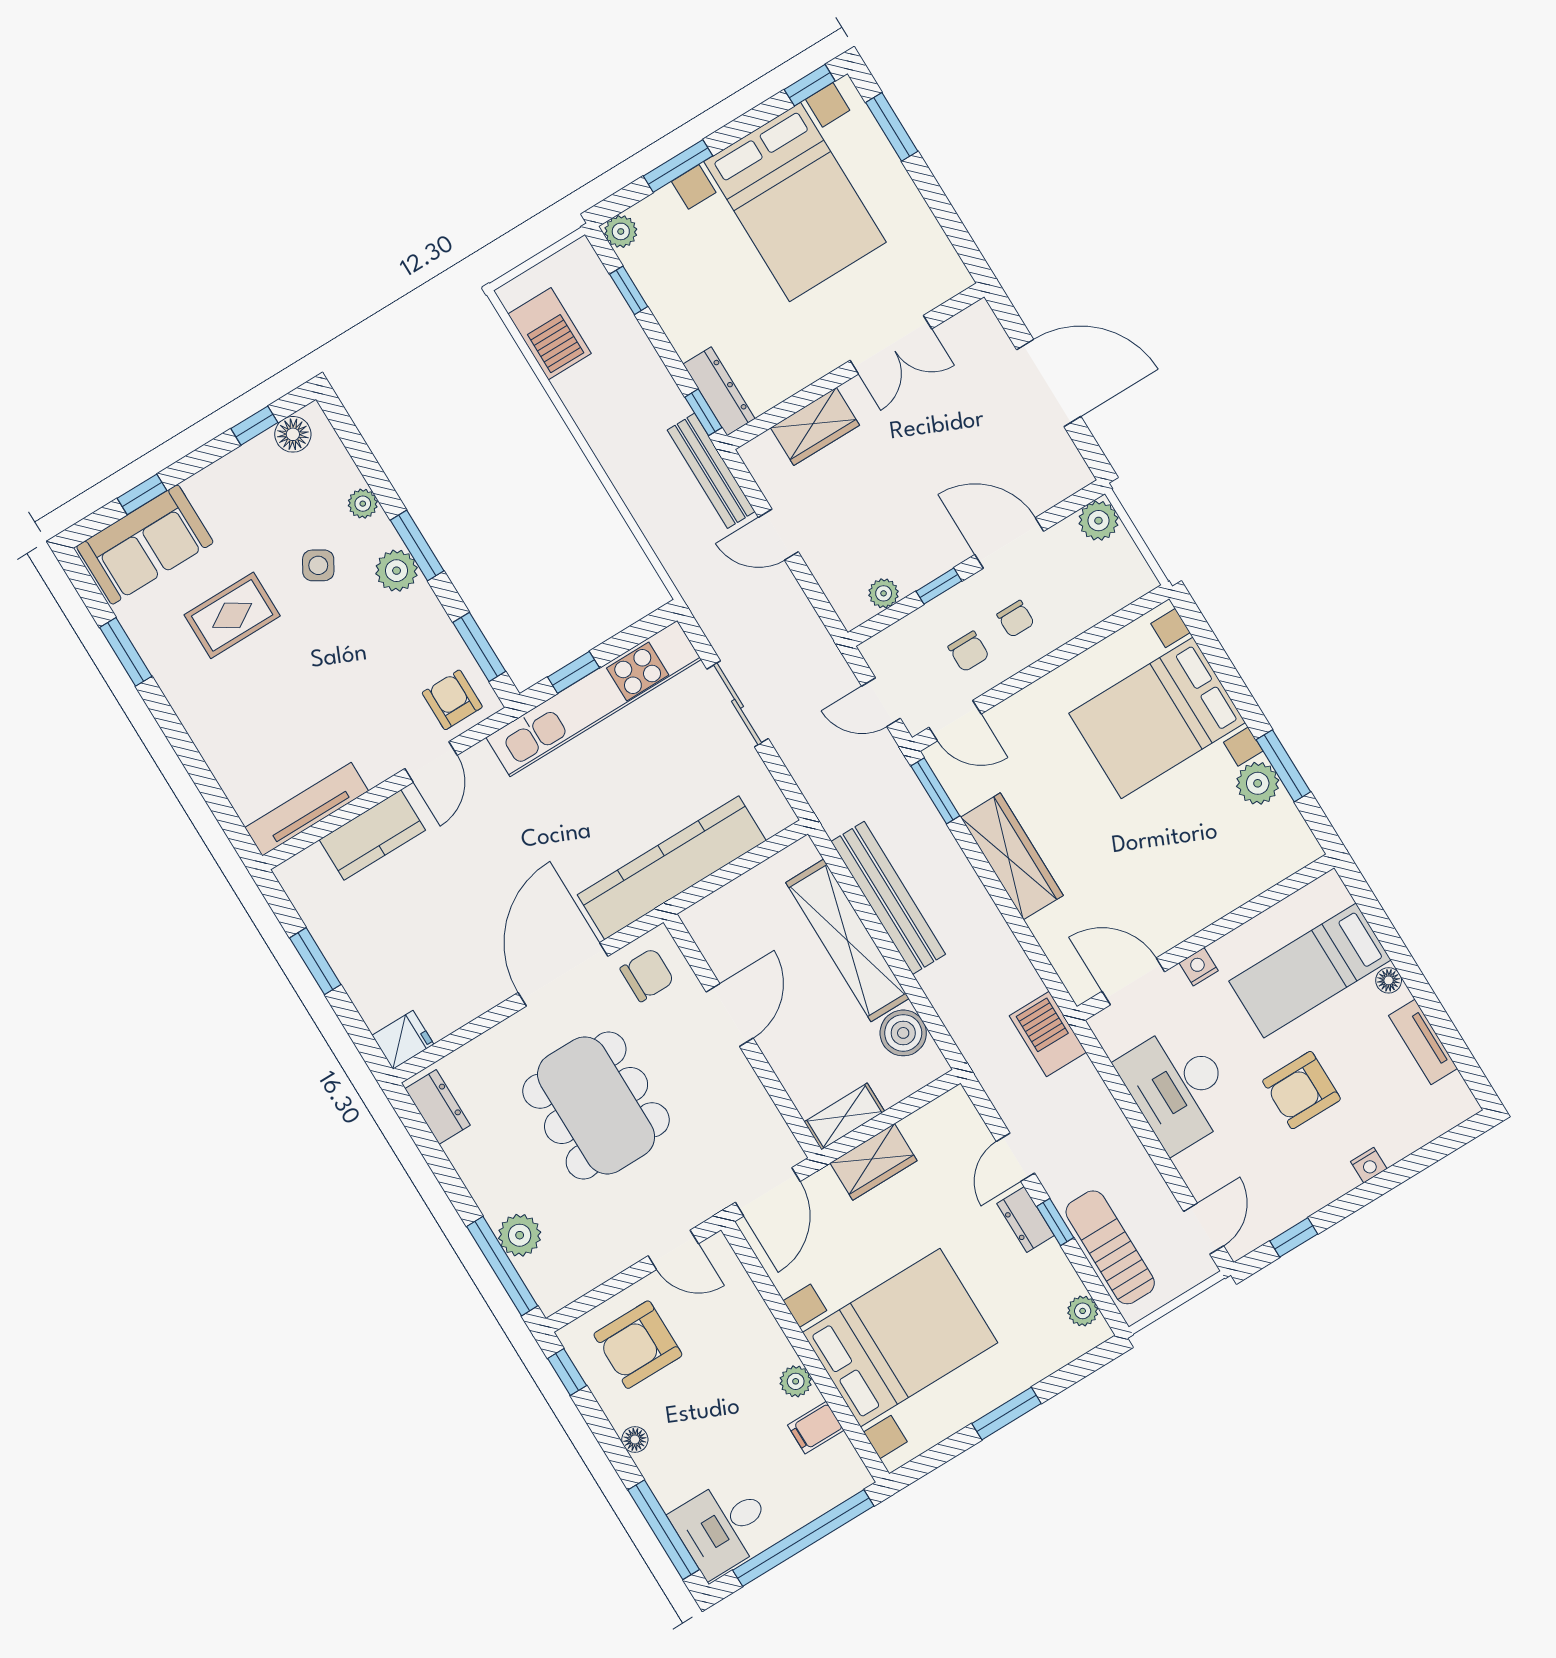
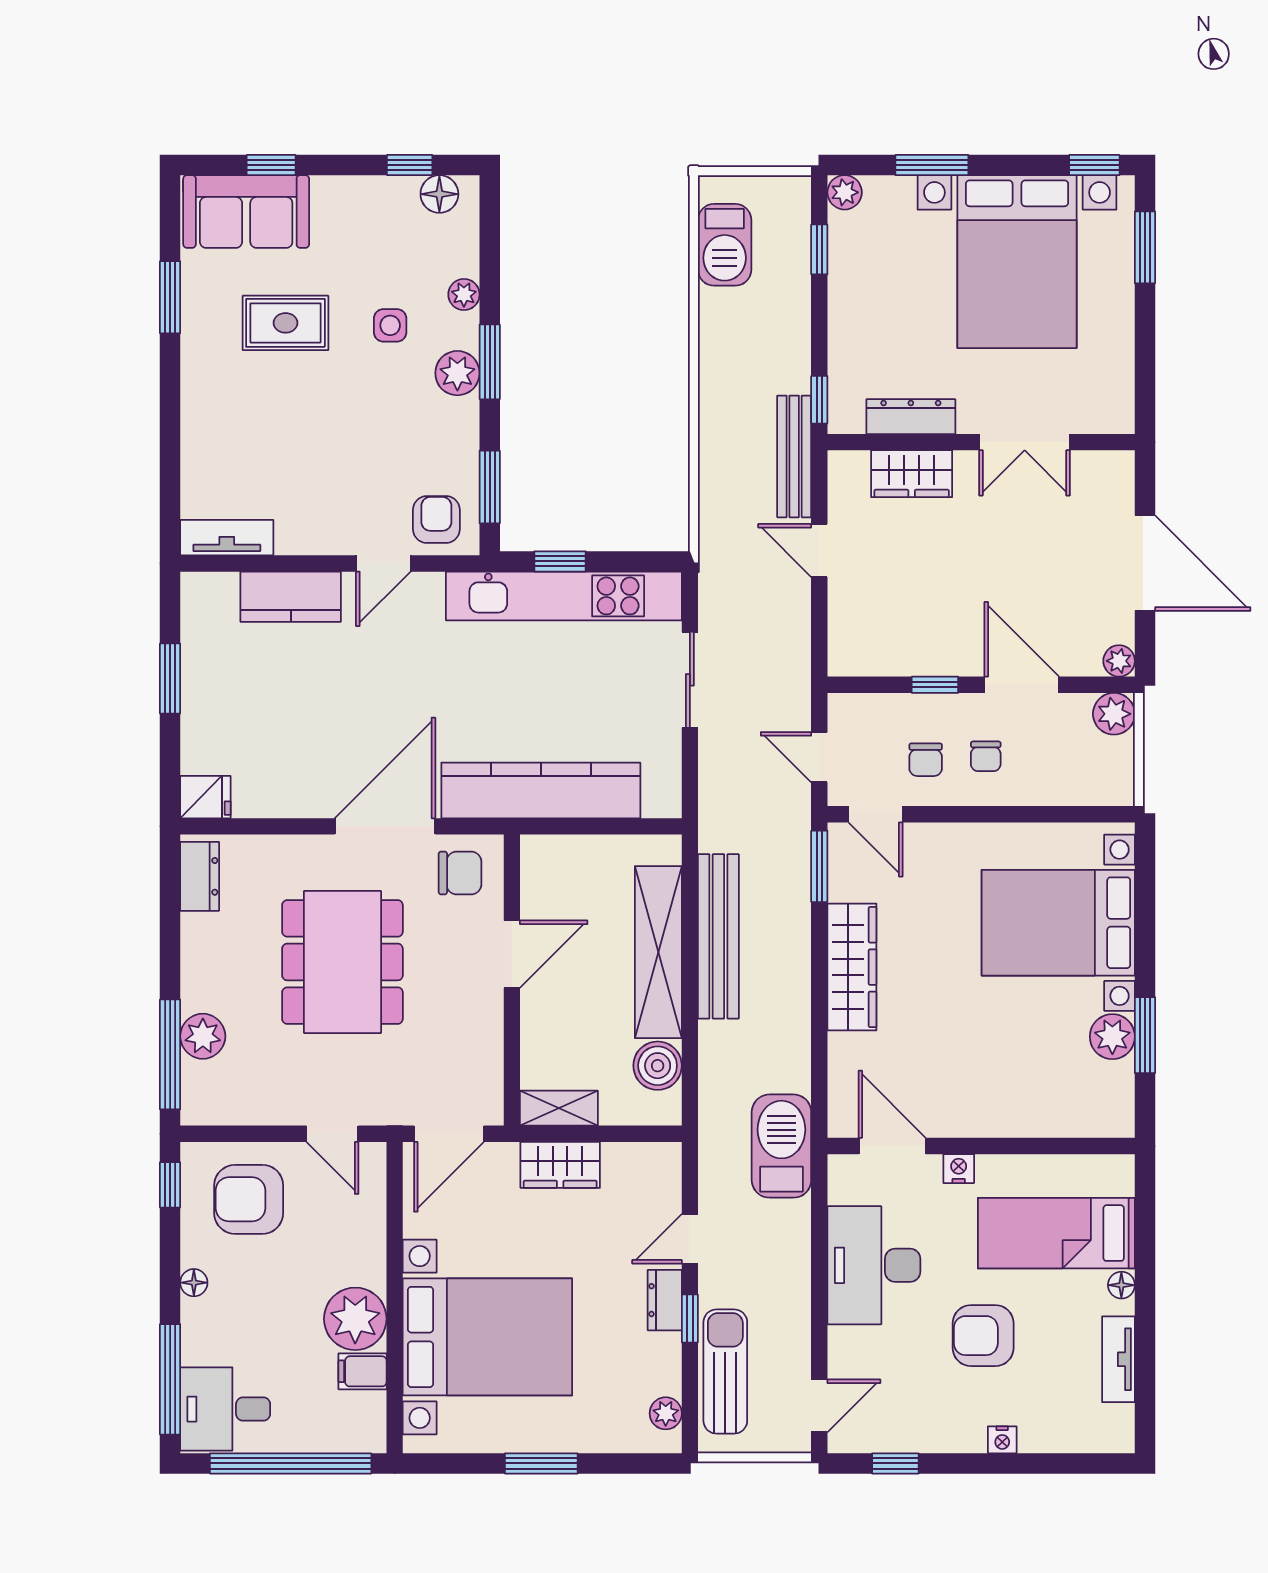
dresser: (719, 391) -> (911, 417), moved, turned -90
side table: (318, 565) -> (390, 325), turned -31
plant: (884, 593) -> (1119, 661), moved
tv unit: (307, 809) -> (227, 538), width x0.71
barbecue: (1048, 1034) -> (781, 1146), width x1.37, depth x1.21
plant: (796, 1381) -> (355, 1319), width x1.88, depth x1.88

